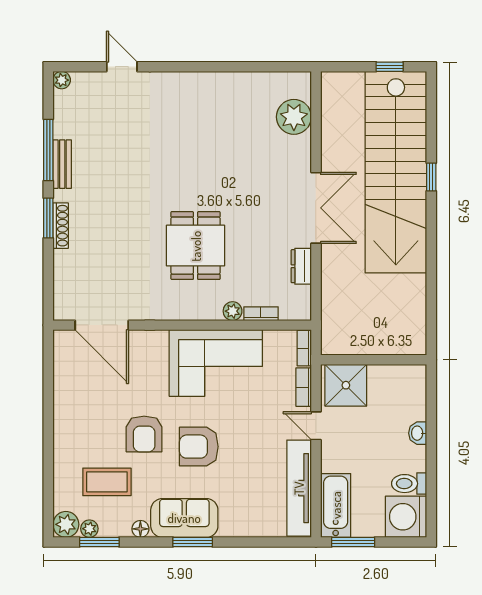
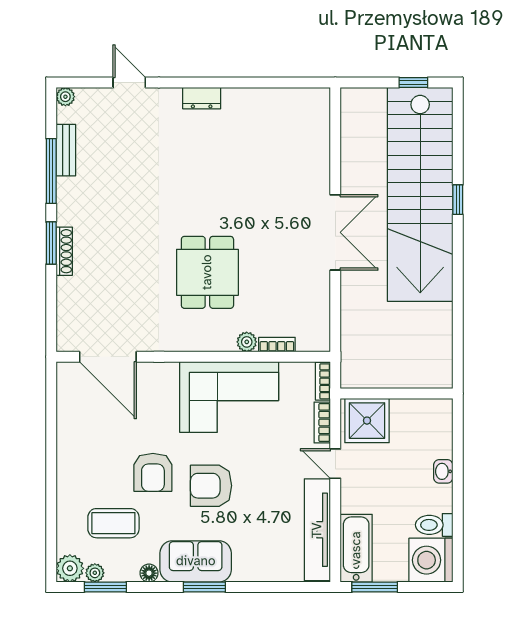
plant: (294, 117) -> (312, 136), removed
bench: (62, 164) -> (66, 150), moved
dresser: (301, 266) -> (202, 98), moved, turned -90

